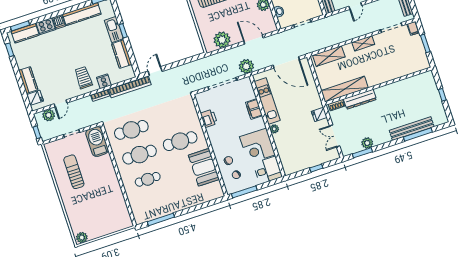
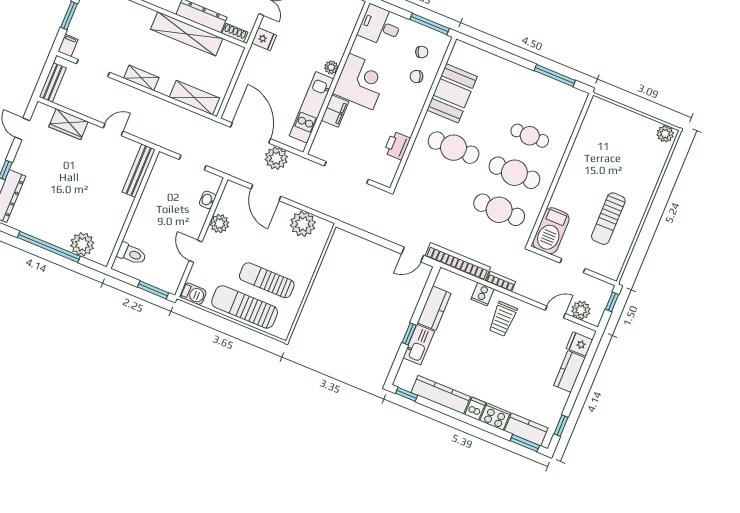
plant: (246, 66) -> (276, 158), moved
shelving: (345, 89) -> (187, 34), moved
corner desk: (257, 146) -> (361, 82), moved

